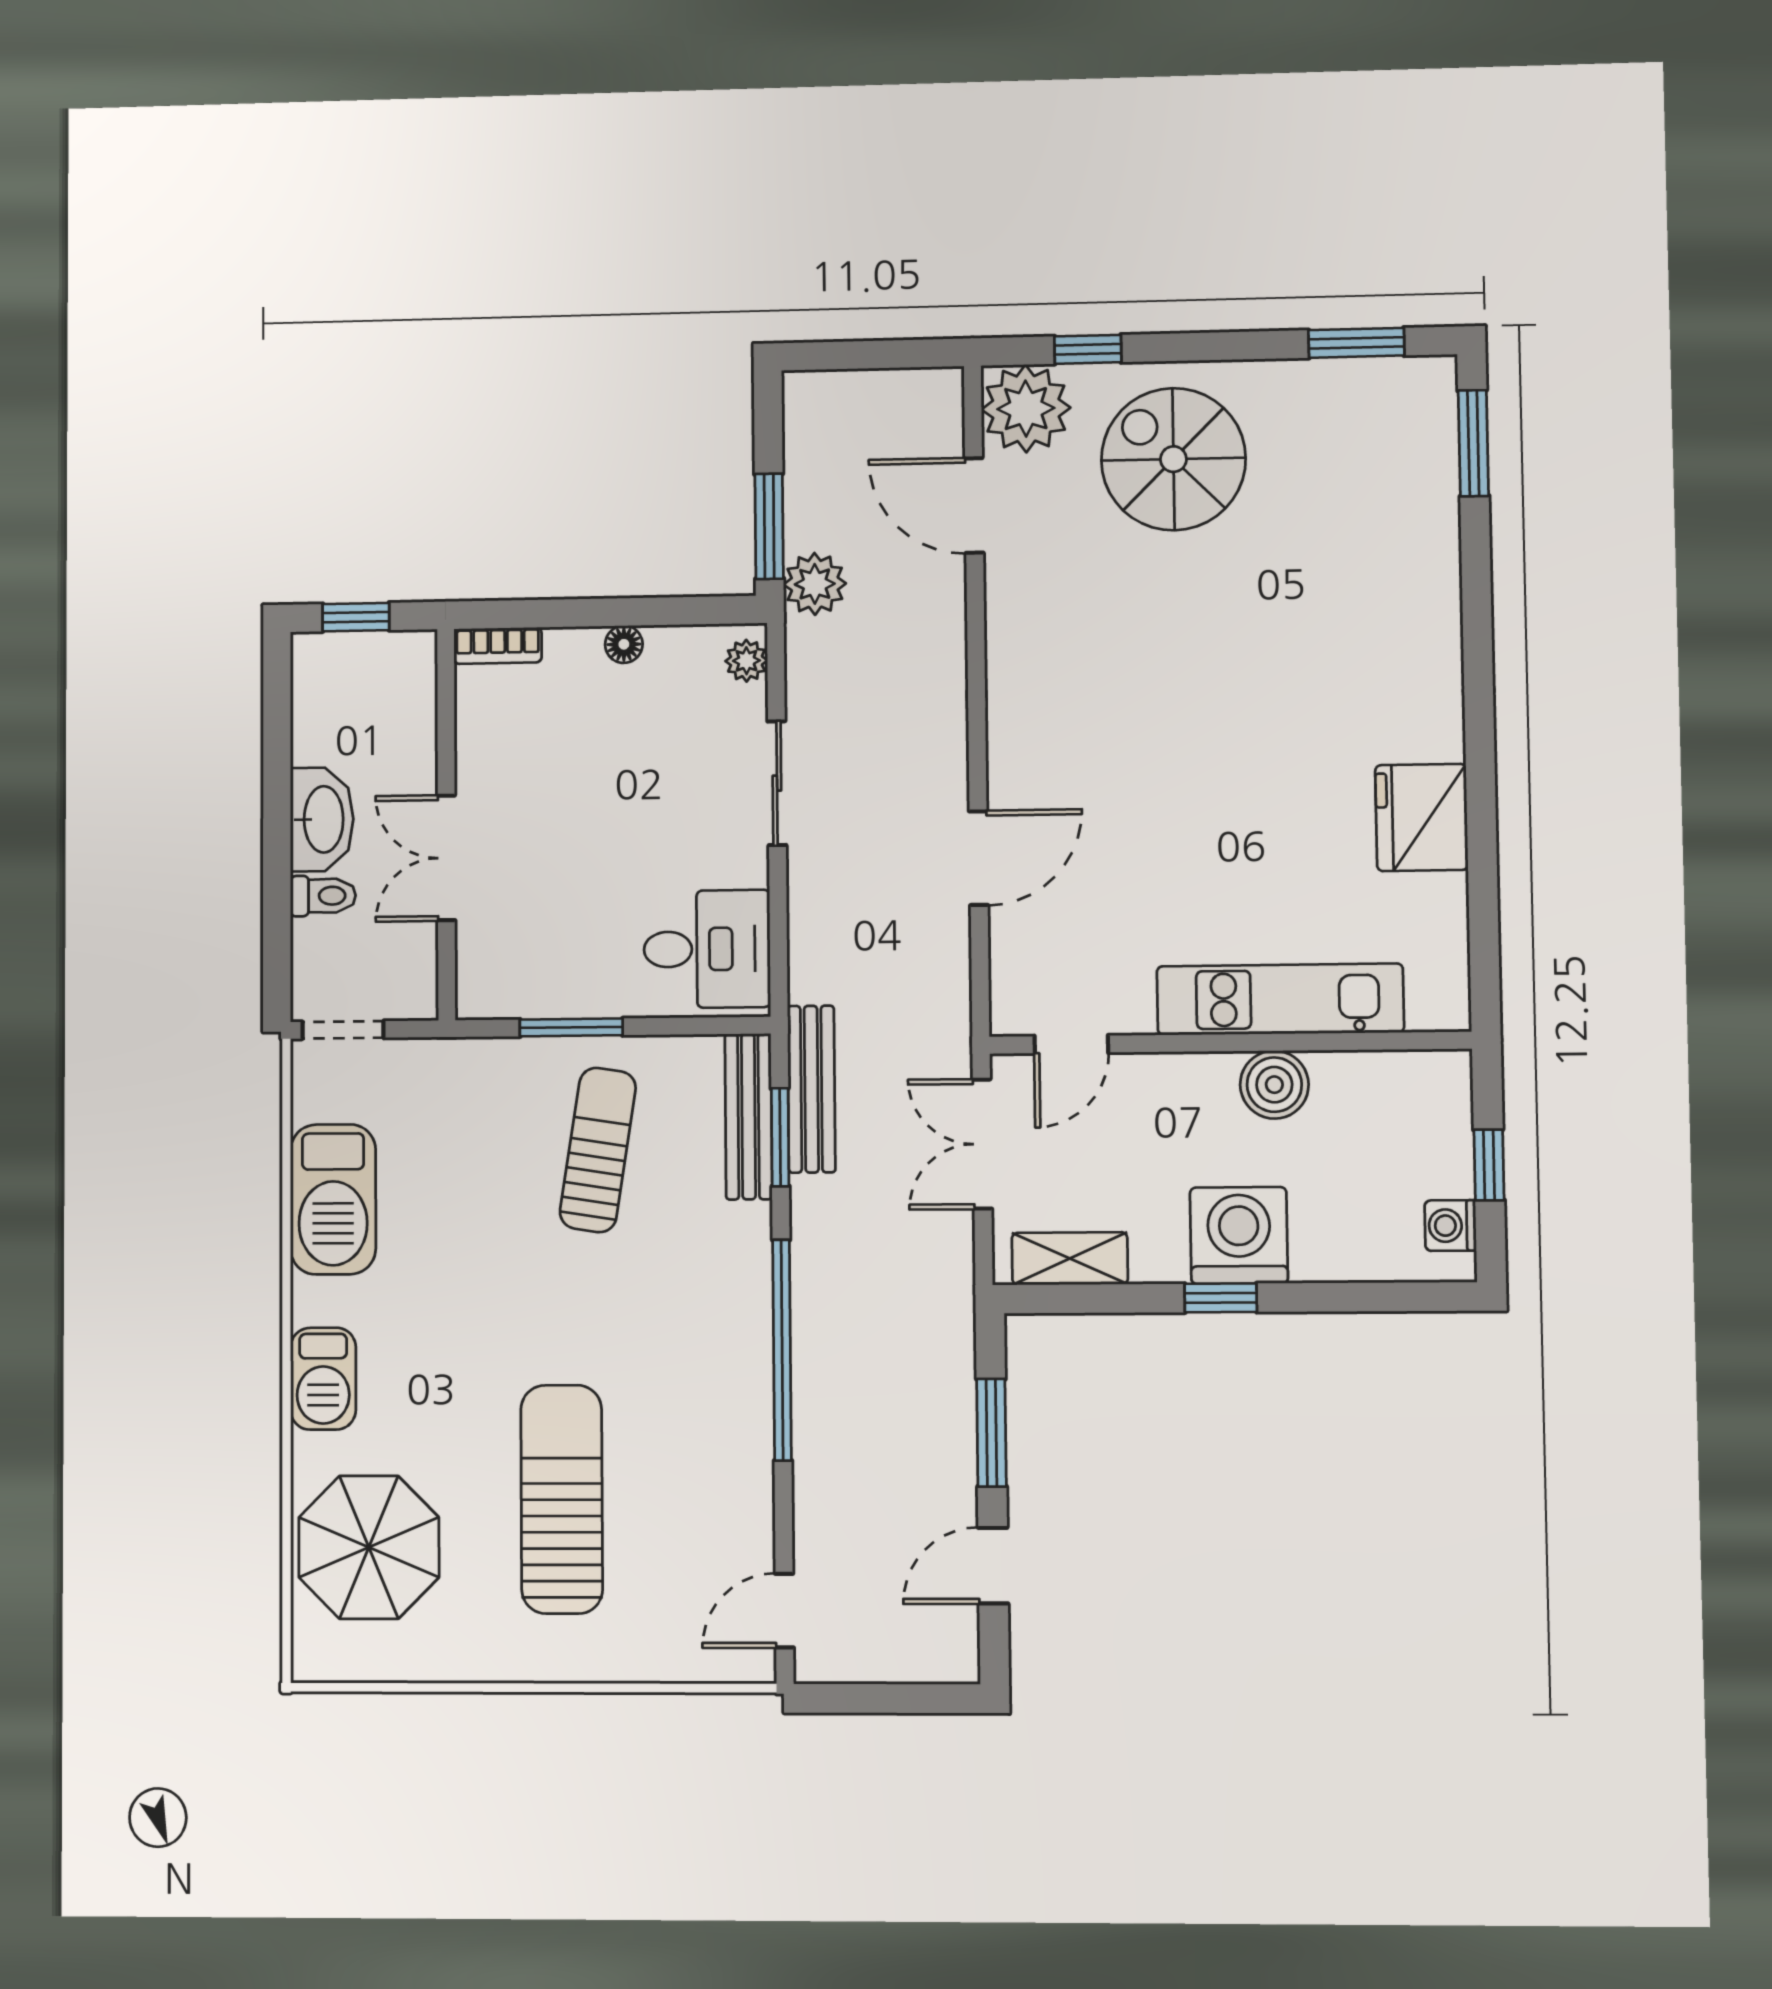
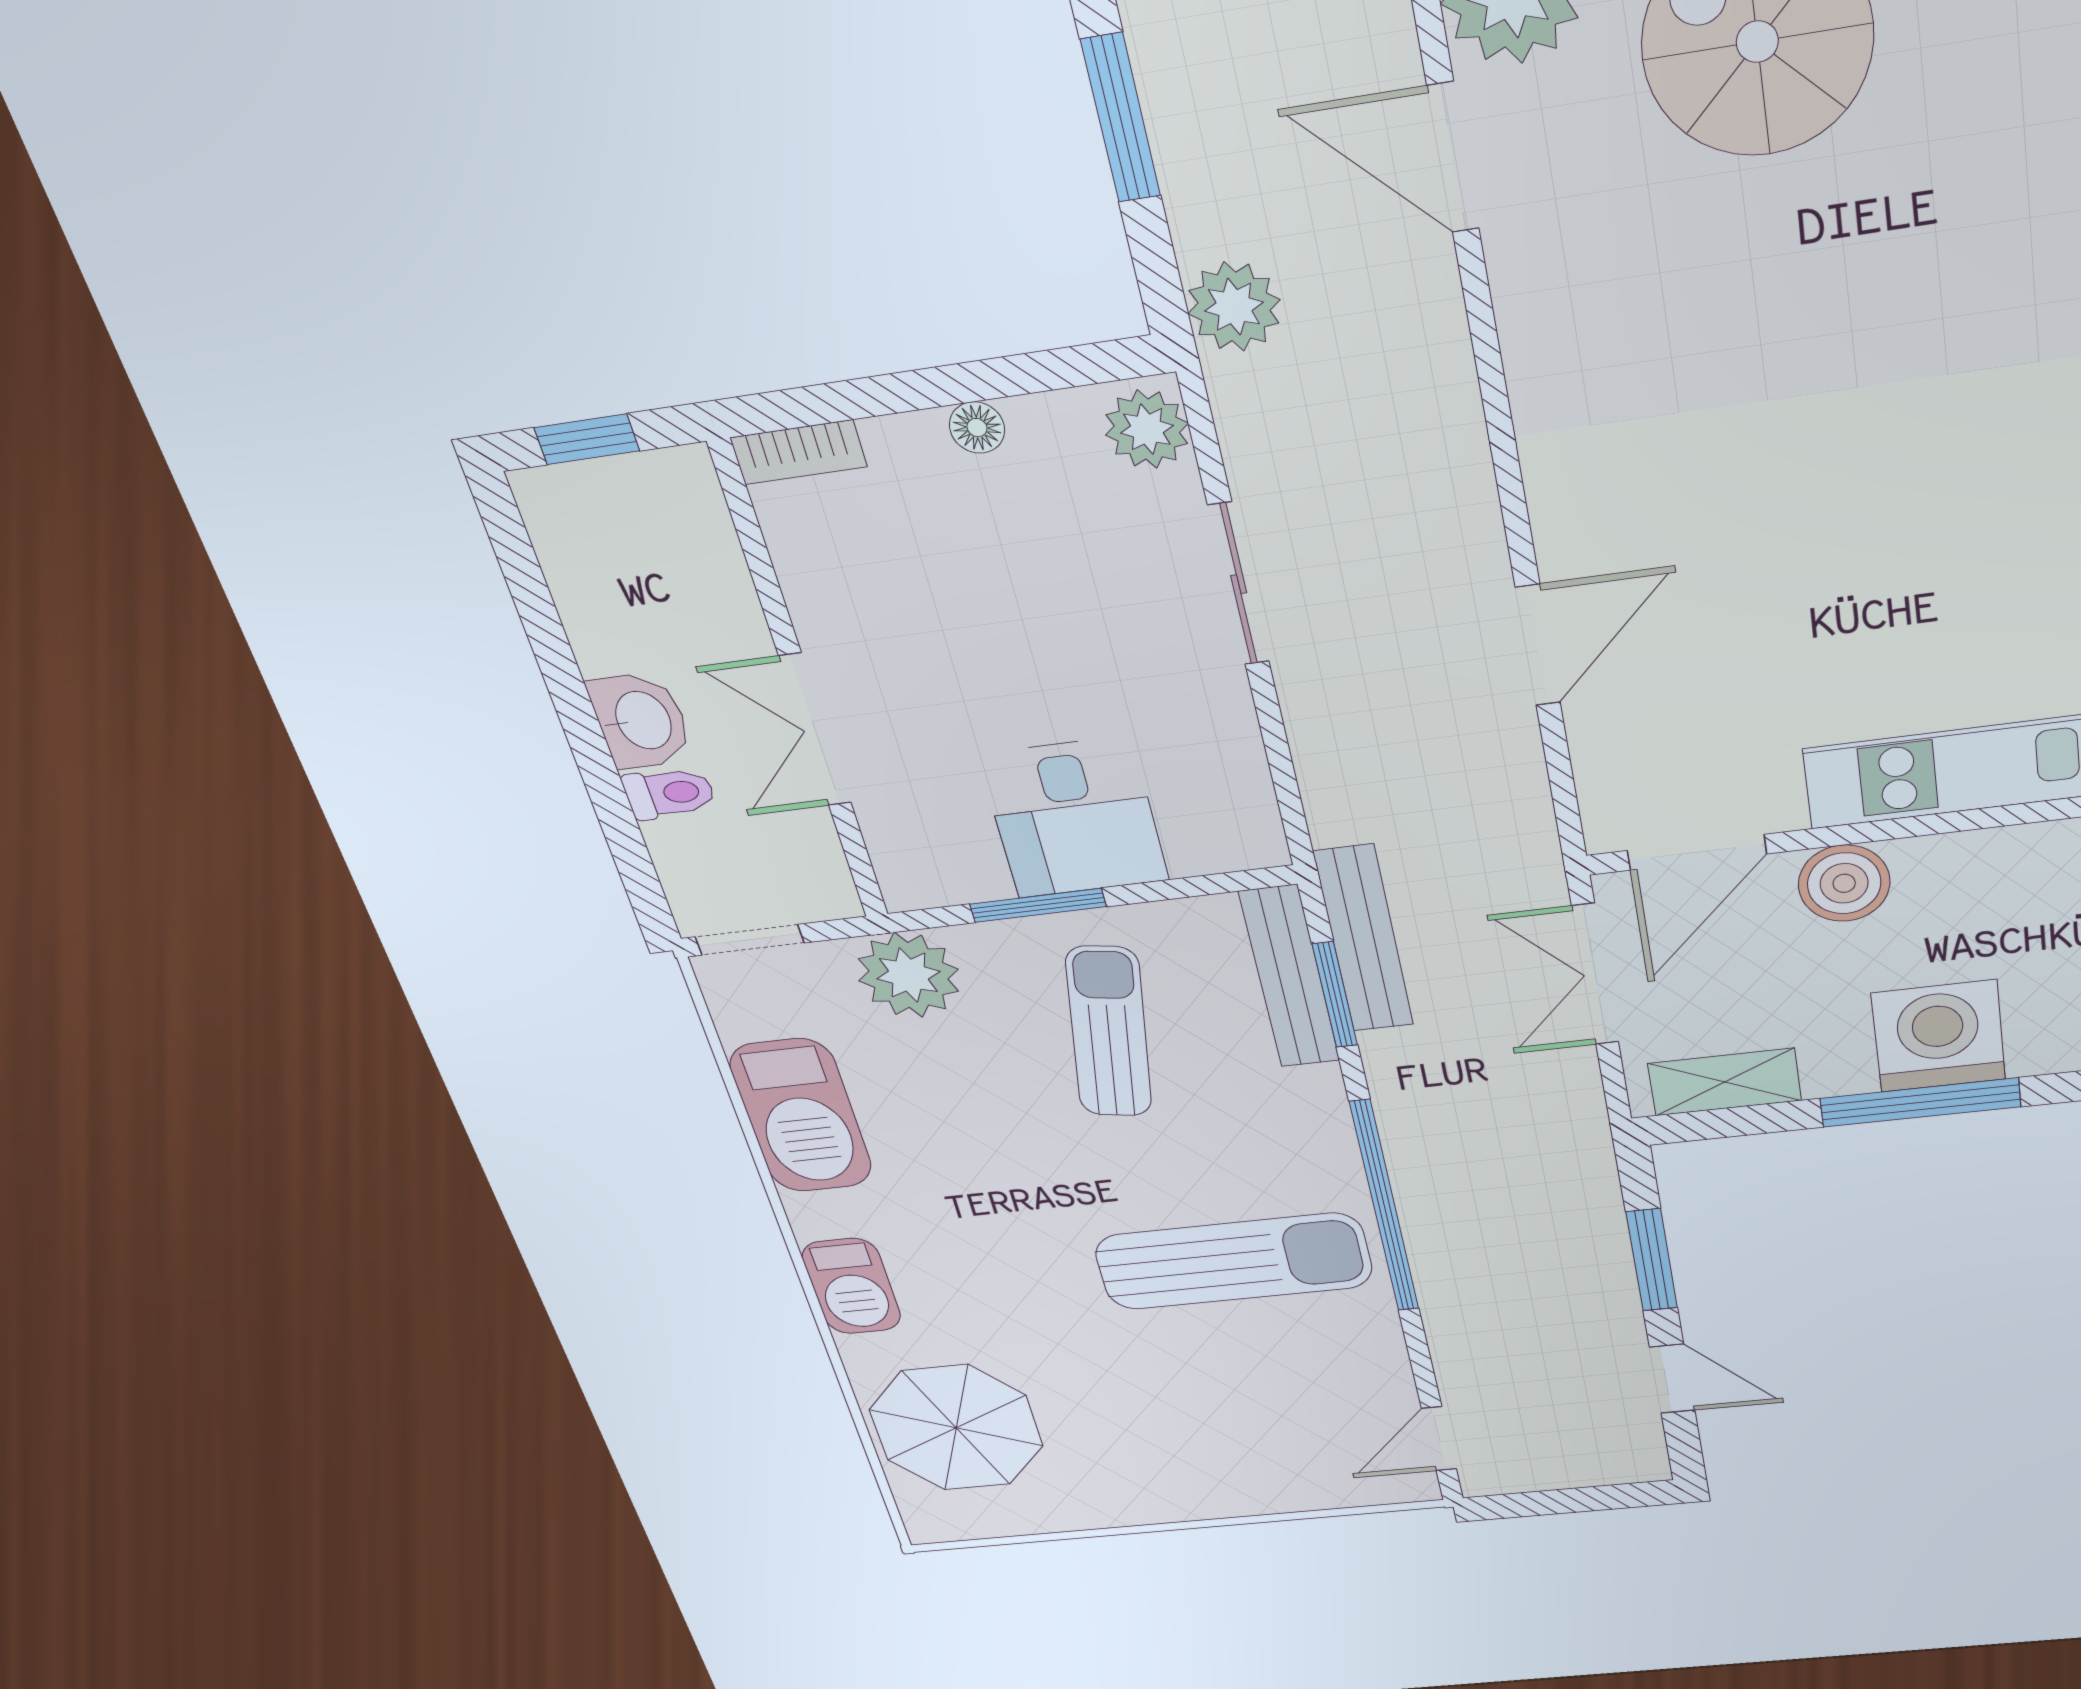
window: (769, 526) -> (1121, 118), moved
plant: (746, 661) -> (1147, 429), width x1.38, depth x1.38
washbasin: (322, 819) -> (641, 721), width x0.72
desk: (707, 949) -> (1074, 818), moved, turned 90
door: (1071, 1044) -> (1697, 852), width x1.38
plant: (456, 1077) -> (908, 975), added
boiler: (1274, 1085) -> (1844, 883), moved
window: (1221, 1298) -> (1920, 1103), width x2.17
sun lounger: (562, 1499) -> (1233, 1261), moved, turned 90
door: (993, 1566) -> (1672, 1379), swing flipped

